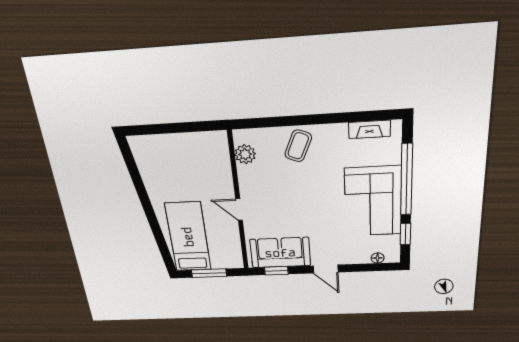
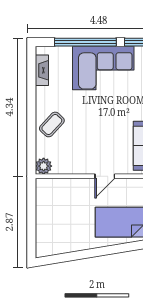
coffee table: (298, 146) -> (52, 124), turned -70
plant: (245, 154) -> (44, 166), moved

